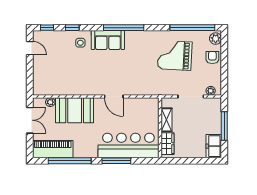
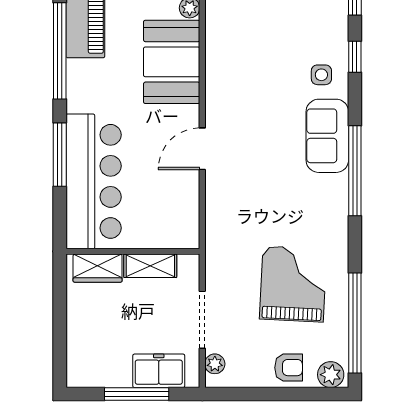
freezer: (214, 146) -> (159, 371), moved

